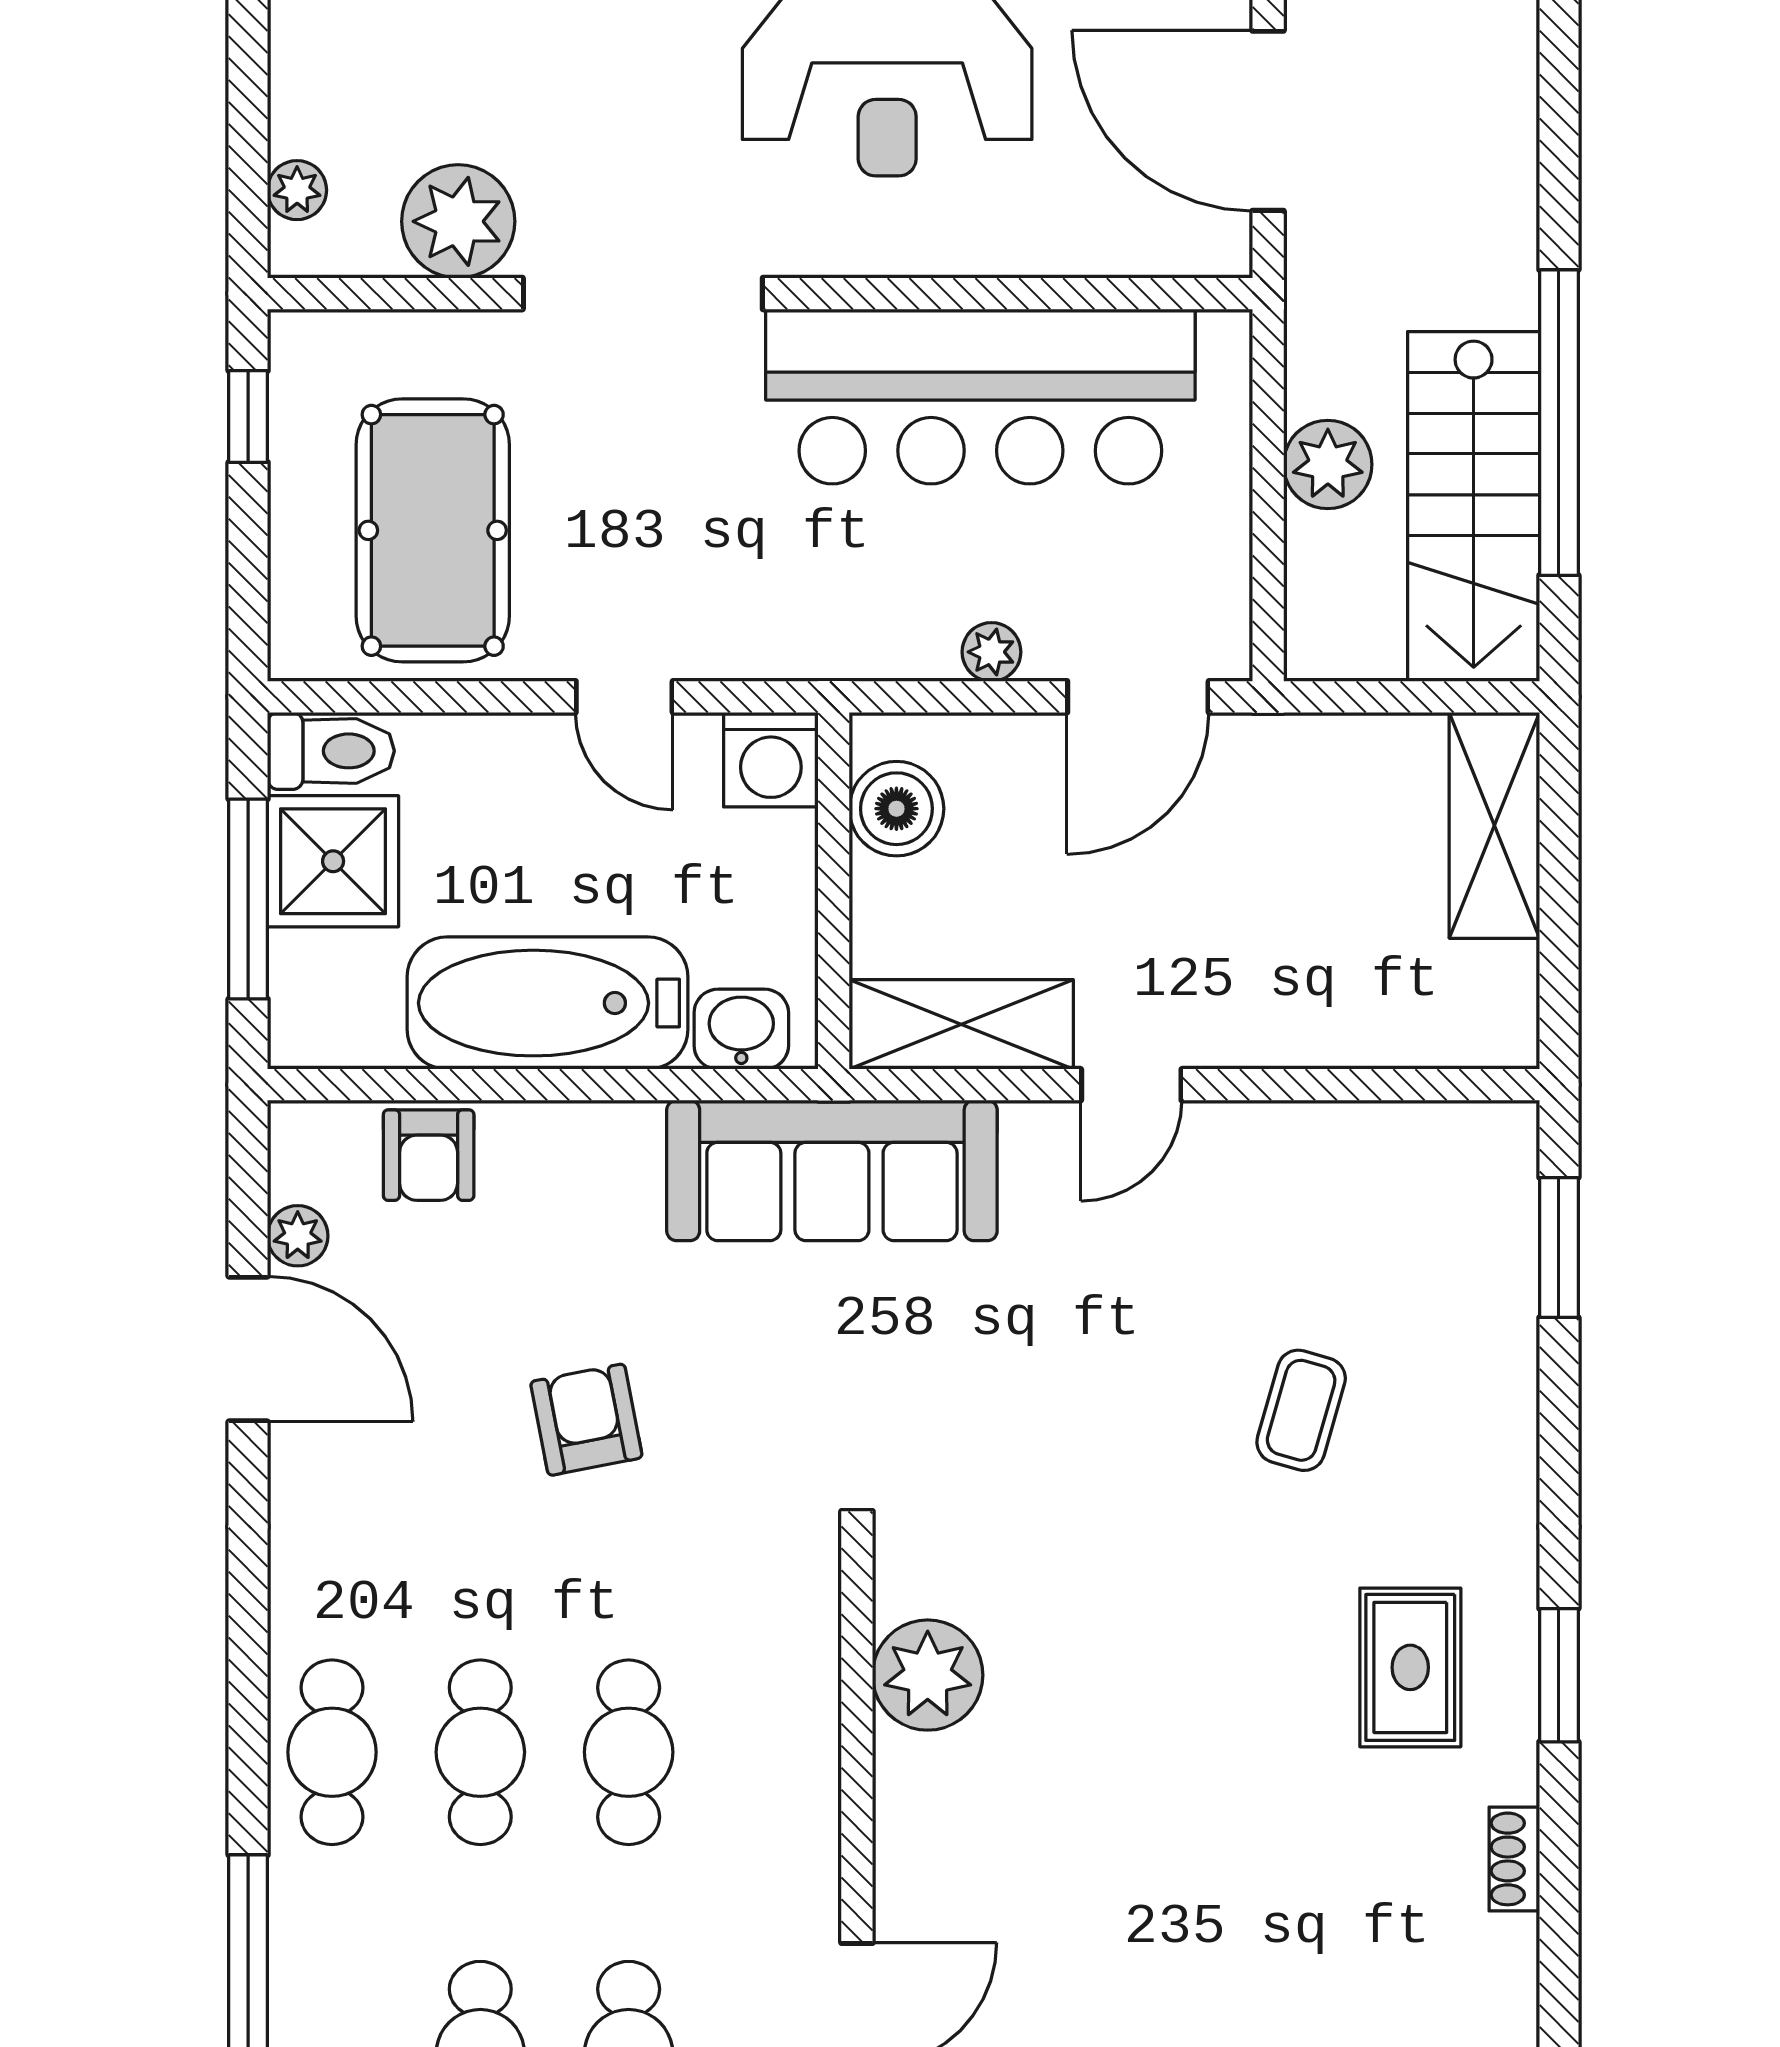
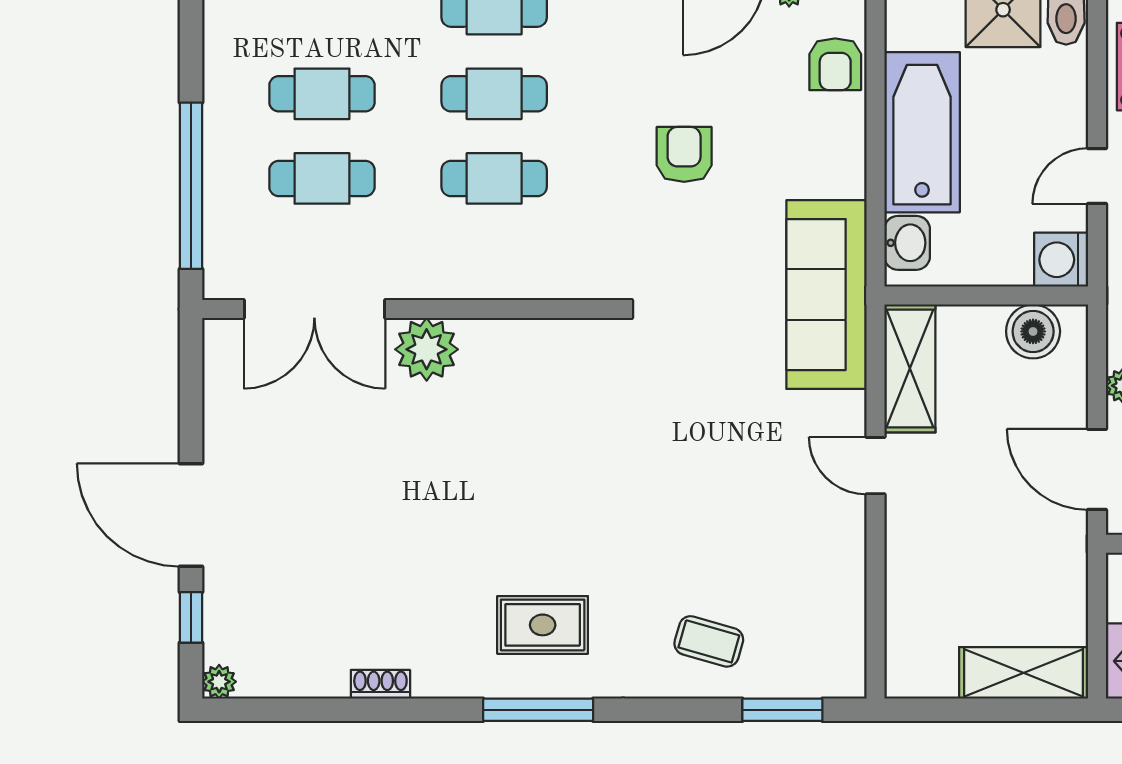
armchair: (429, 1155) -> (835, 64), turned -90
coffee table: (1301, 1410) -> (709, 641), moved
armchair: (586, 1420) -> (684, 154), turned -79
plant: (928, 1675) -> (427, 349), moved
window: (1559, 1675) -> (538, 710), width x1.44
shoe rack: (1514, 1859) -> (380, 684), moved

